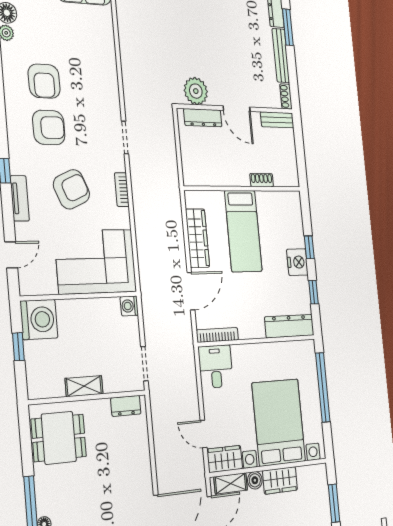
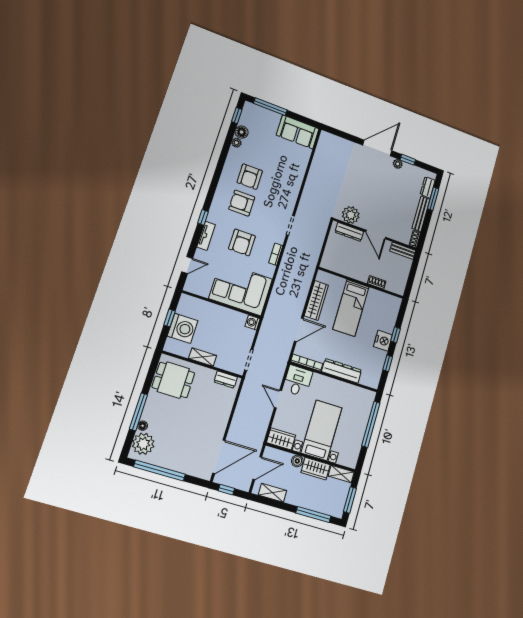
armchair: (49, 127) -> (242, 203), turned 180
armchair: (71, 189) -> (242, 242), turned 113
washing machine: (39, 319) -> (183, 328), moved
dresser: (289, 326) -> (342, 371), moved
bed with nightstands: (279, 422) -> (322, 430), width x0.73
door: (204, 434) -> (278, 399), moved
shelving: (231, 483) -> (341, 474), moved

